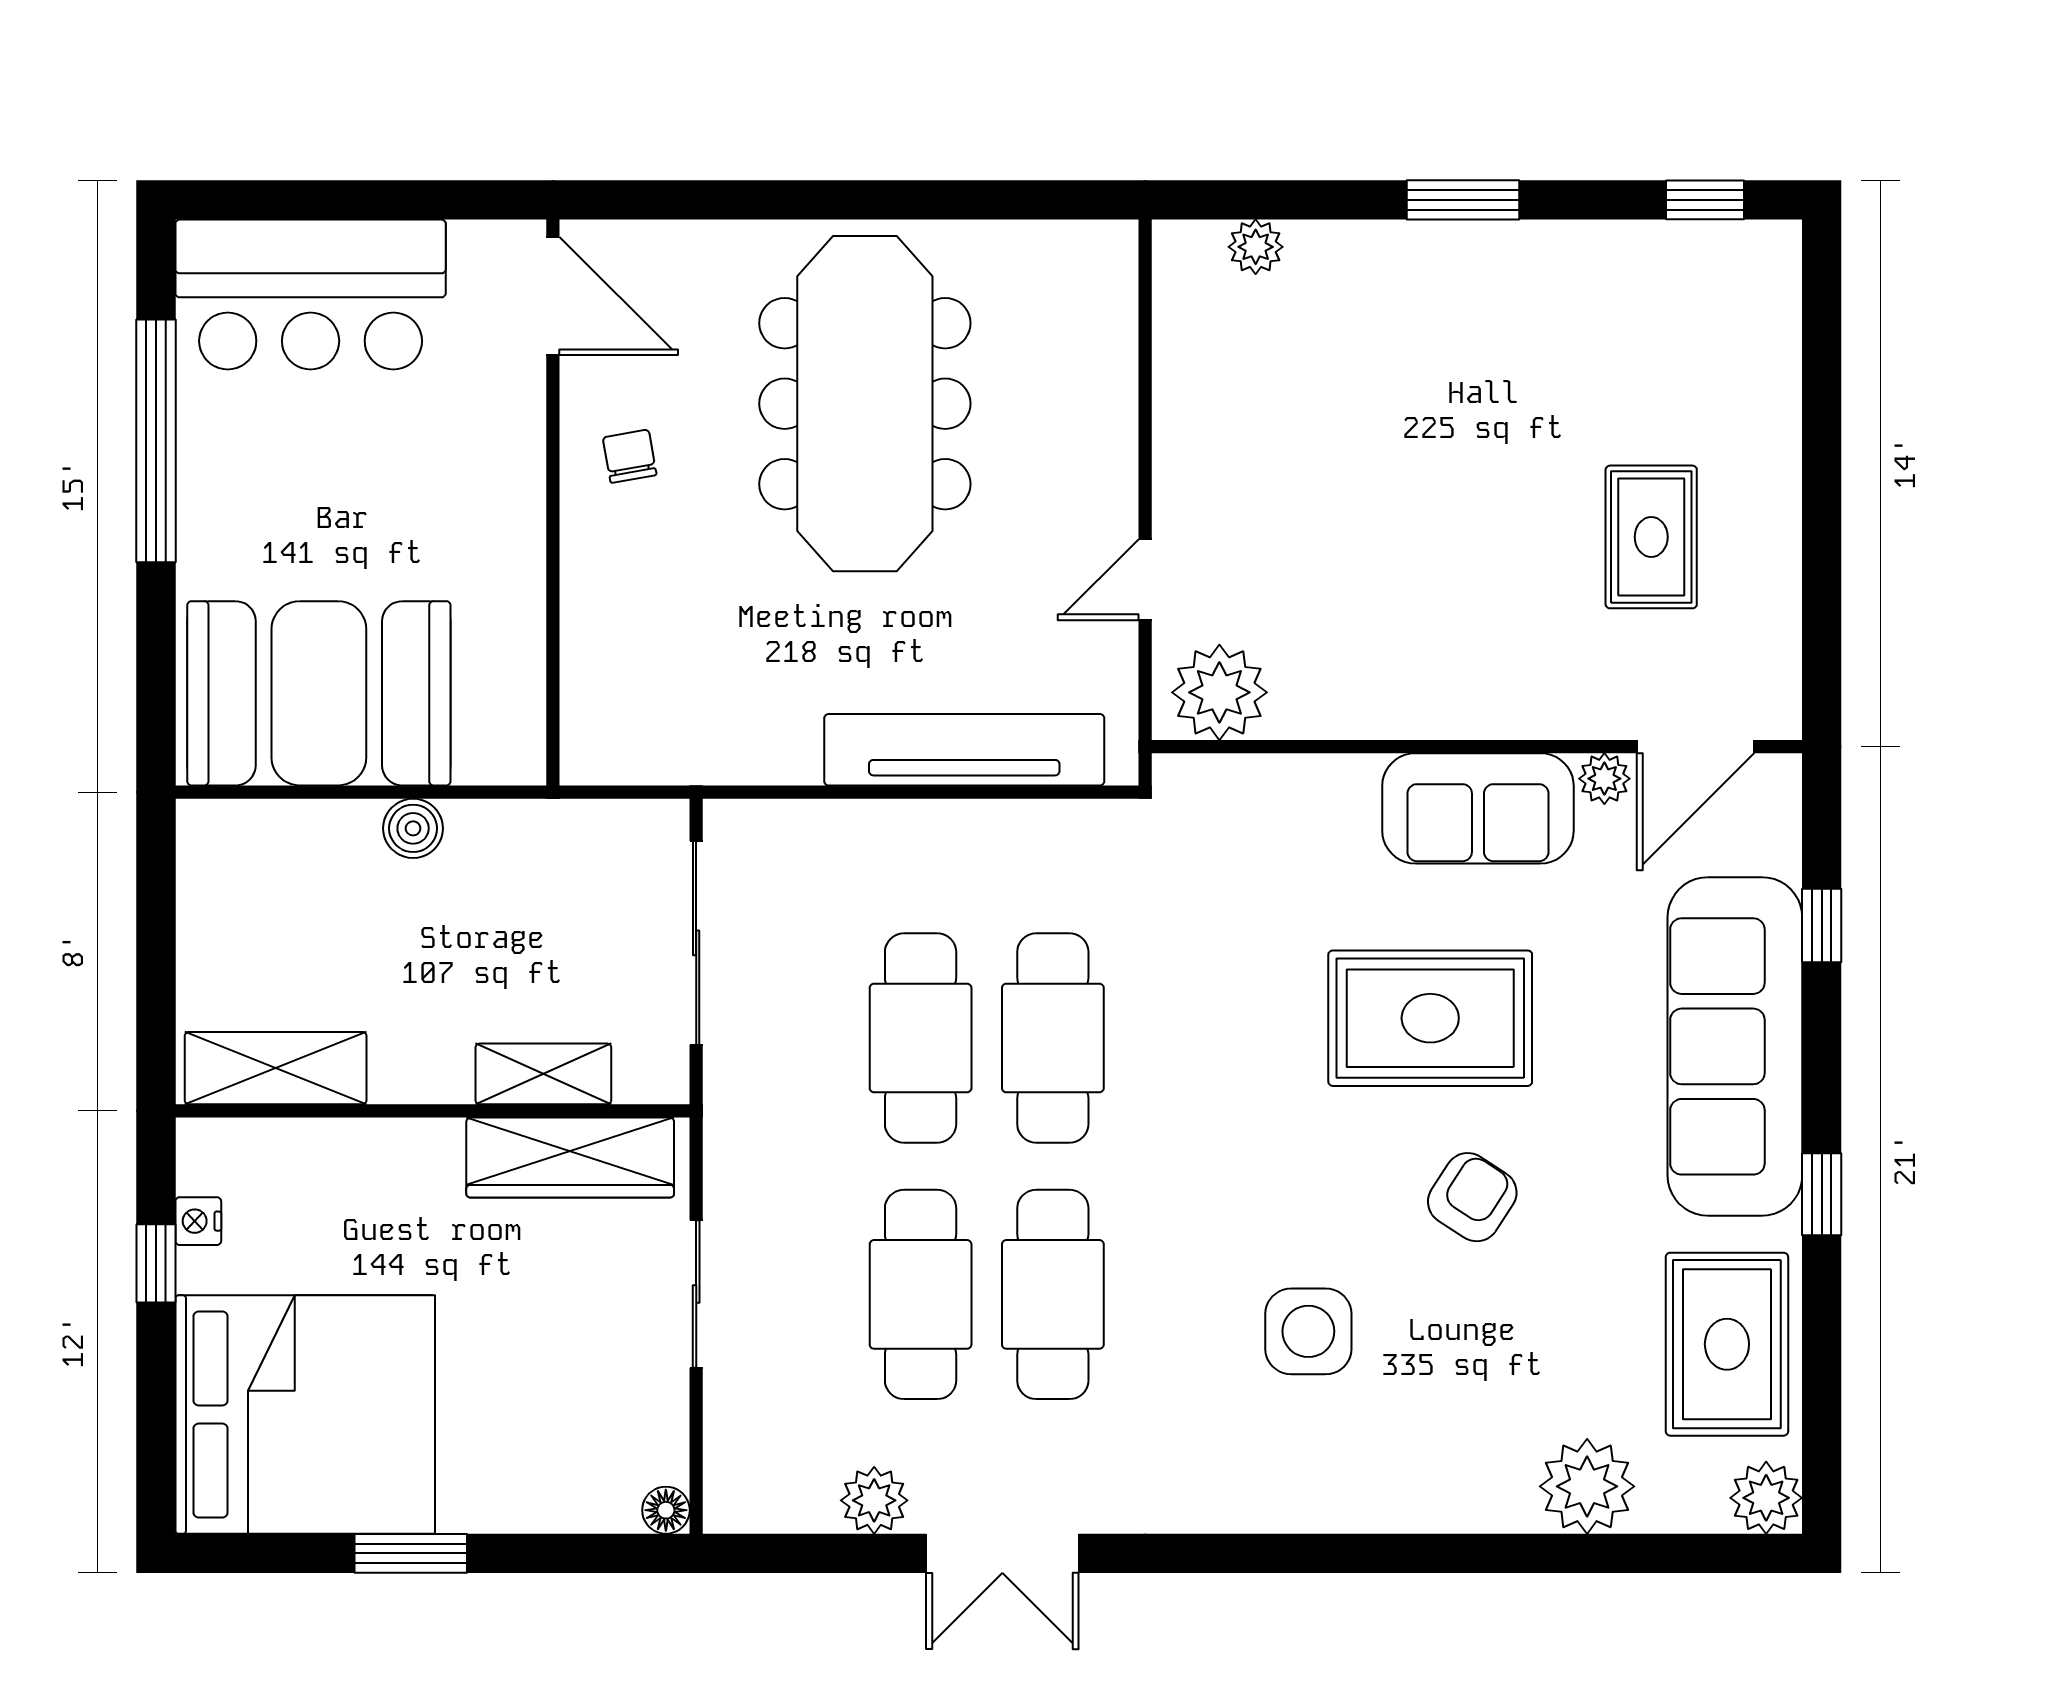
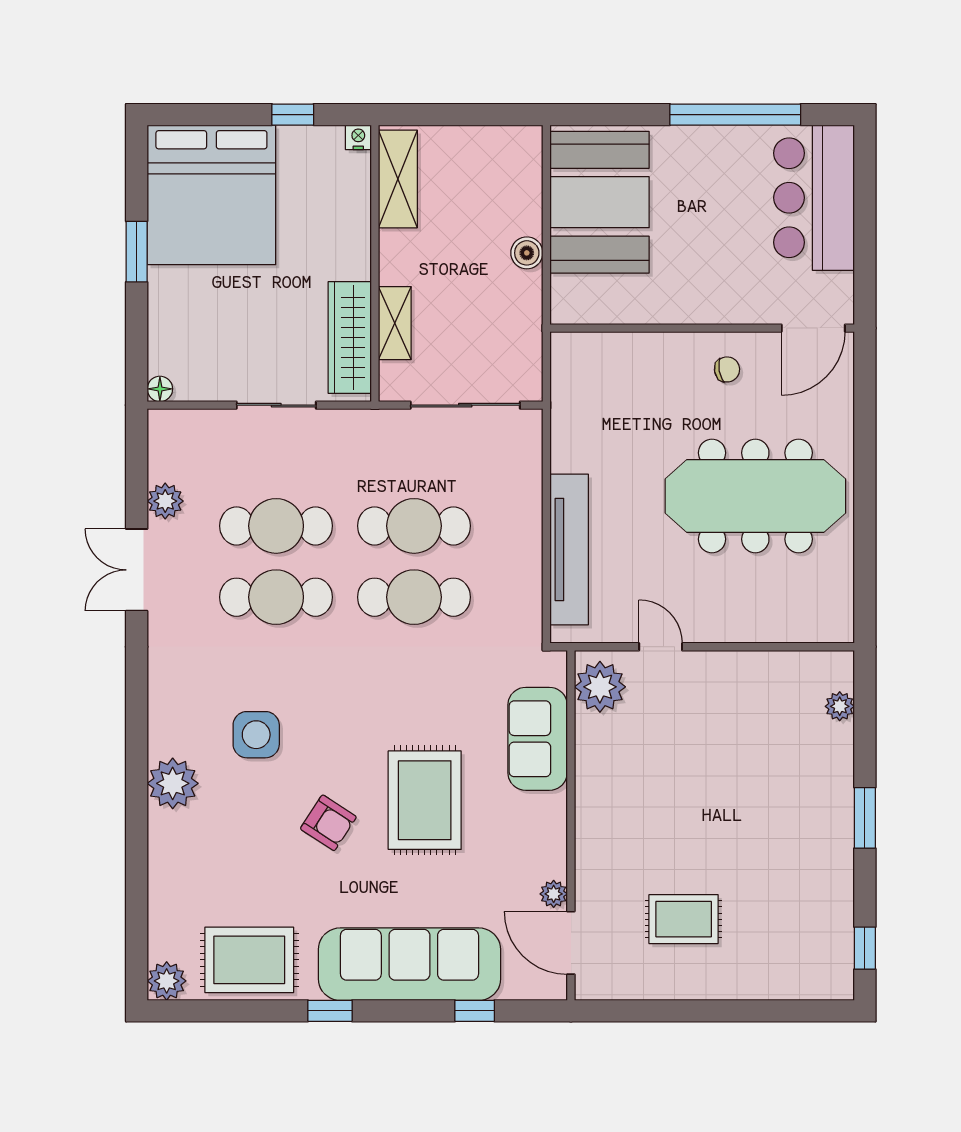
sofa: (1478, 808) -> (538, 739), moved
nightstand: (198, 1221) -> (358, 137), moved
plant: (1587, 1486) -> (173, 783), moved

